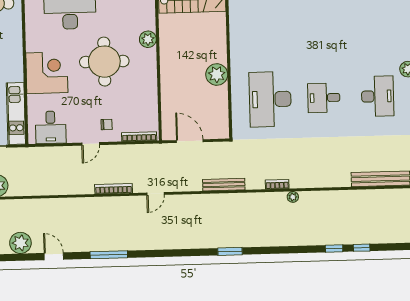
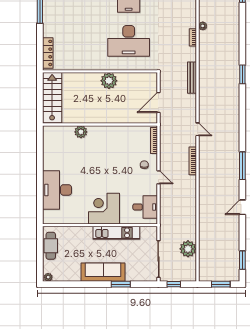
round table: (104, 62) -> (97, 165), removed
kitchen unit: (16, 114) -> (116, 233), moved
plant: (20, 243) -> (232, 232), removed

